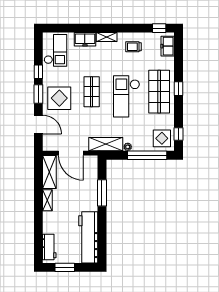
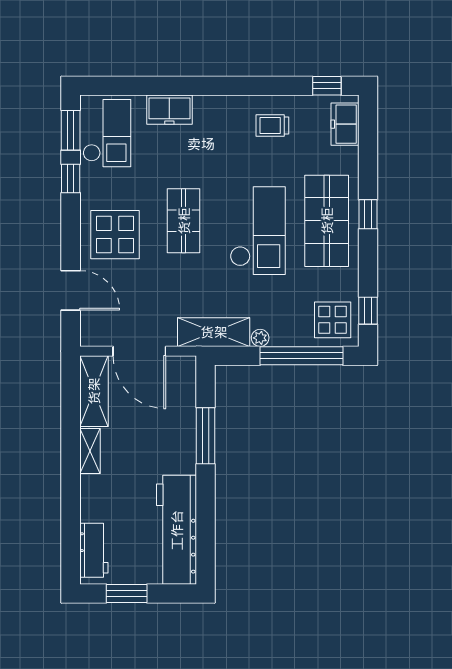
shelving: (107, 37) -> (216, 105), removed
window: (38, 94) -> (71, 130), moved
checkout: (127, 96) -> (258, 231), turned 180

